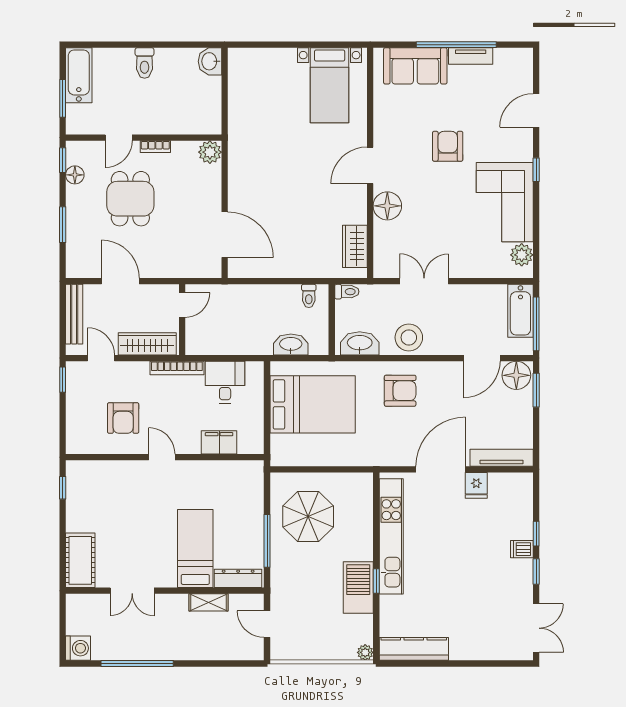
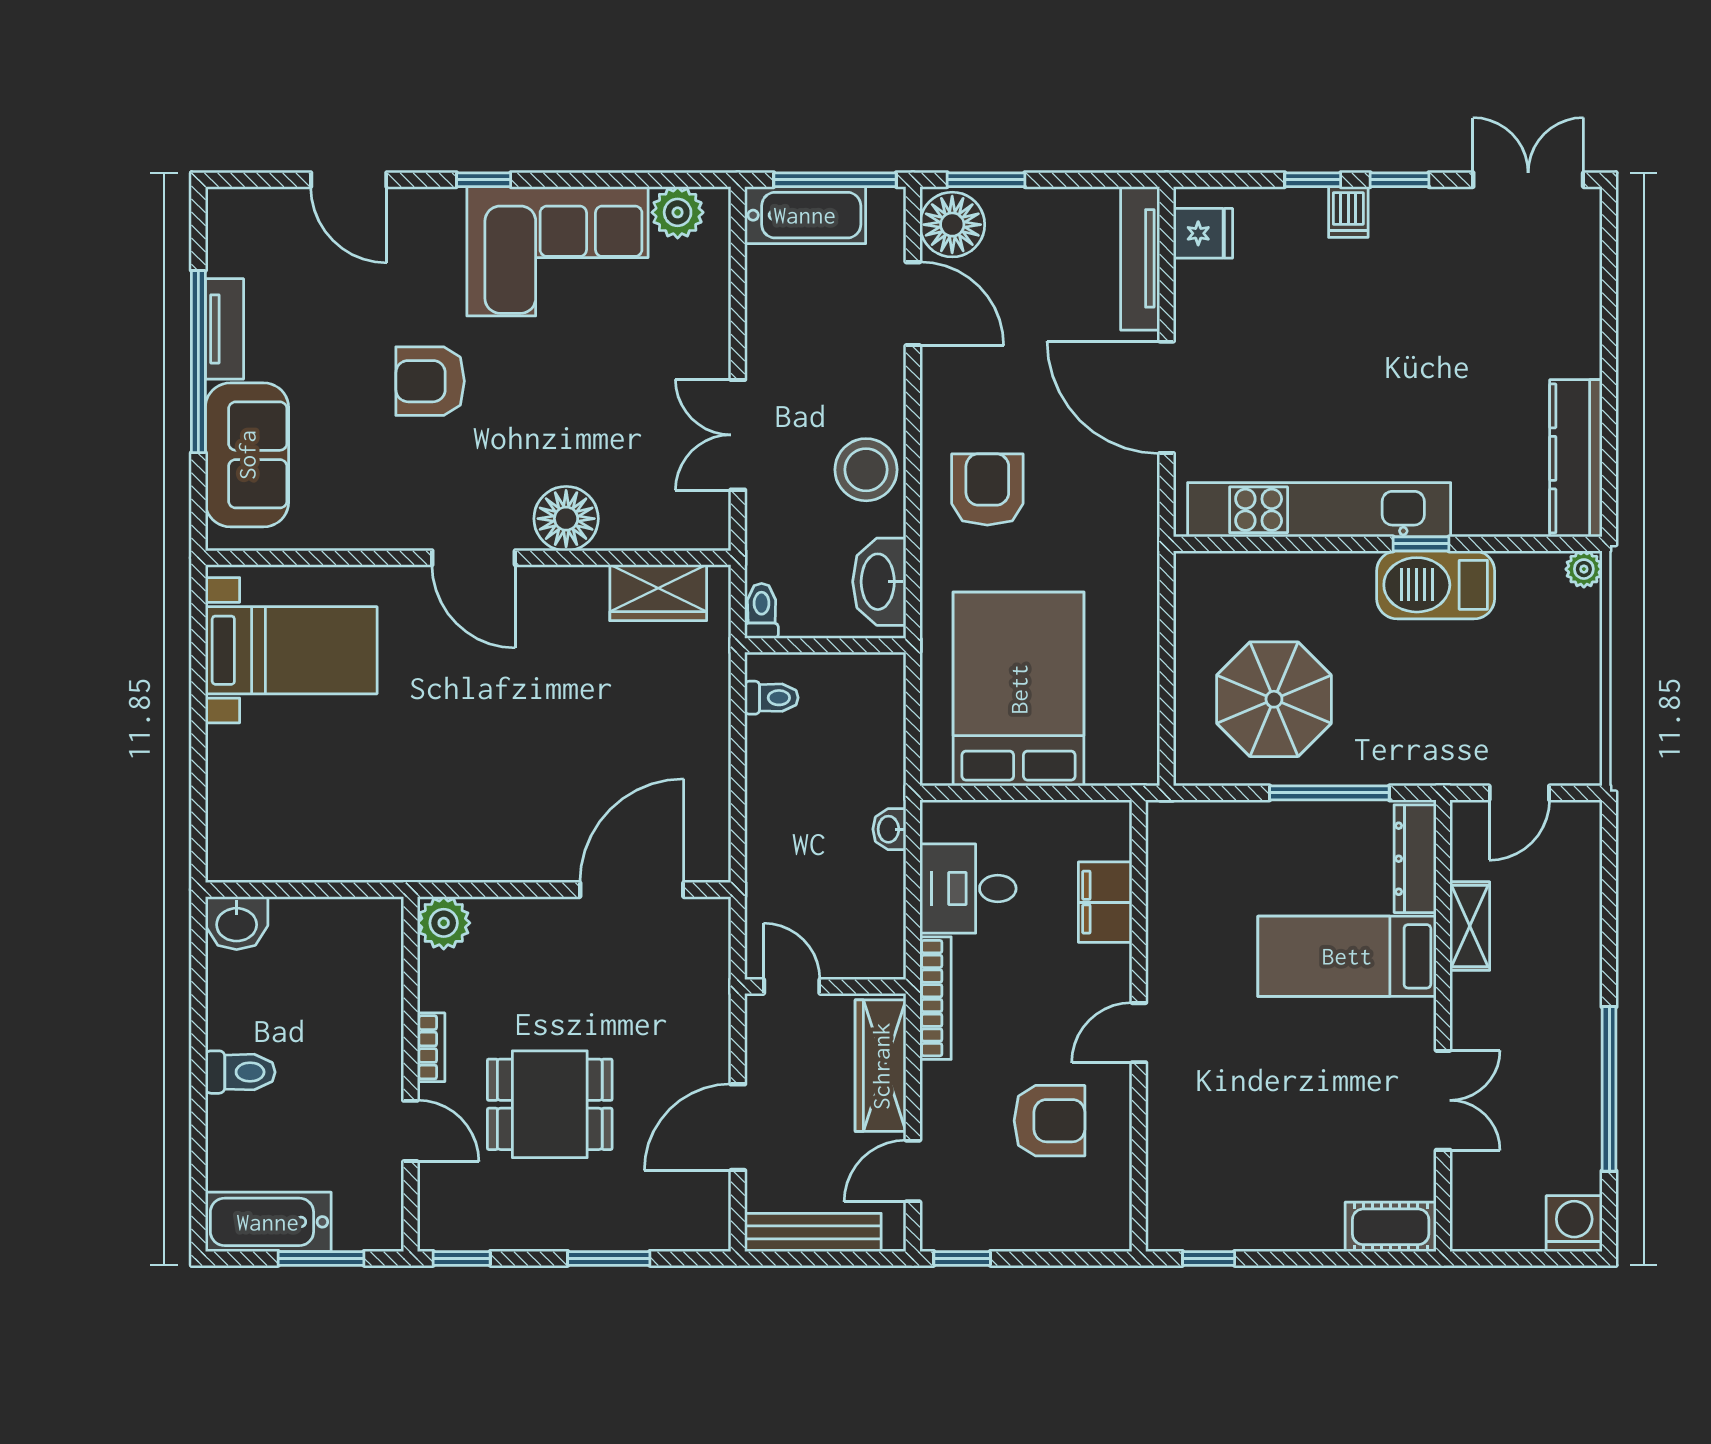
floor lamp: (75, 175) -> (495, 1231), removed
washbasin: (291, 344) -> (889, 829), moved, width x0.52, depth x0.69
fridge: (476, 485) -> (1203, 233), moved
cot: (80, 560) -> (1391, 1227), width x0.73, depth x0.75

